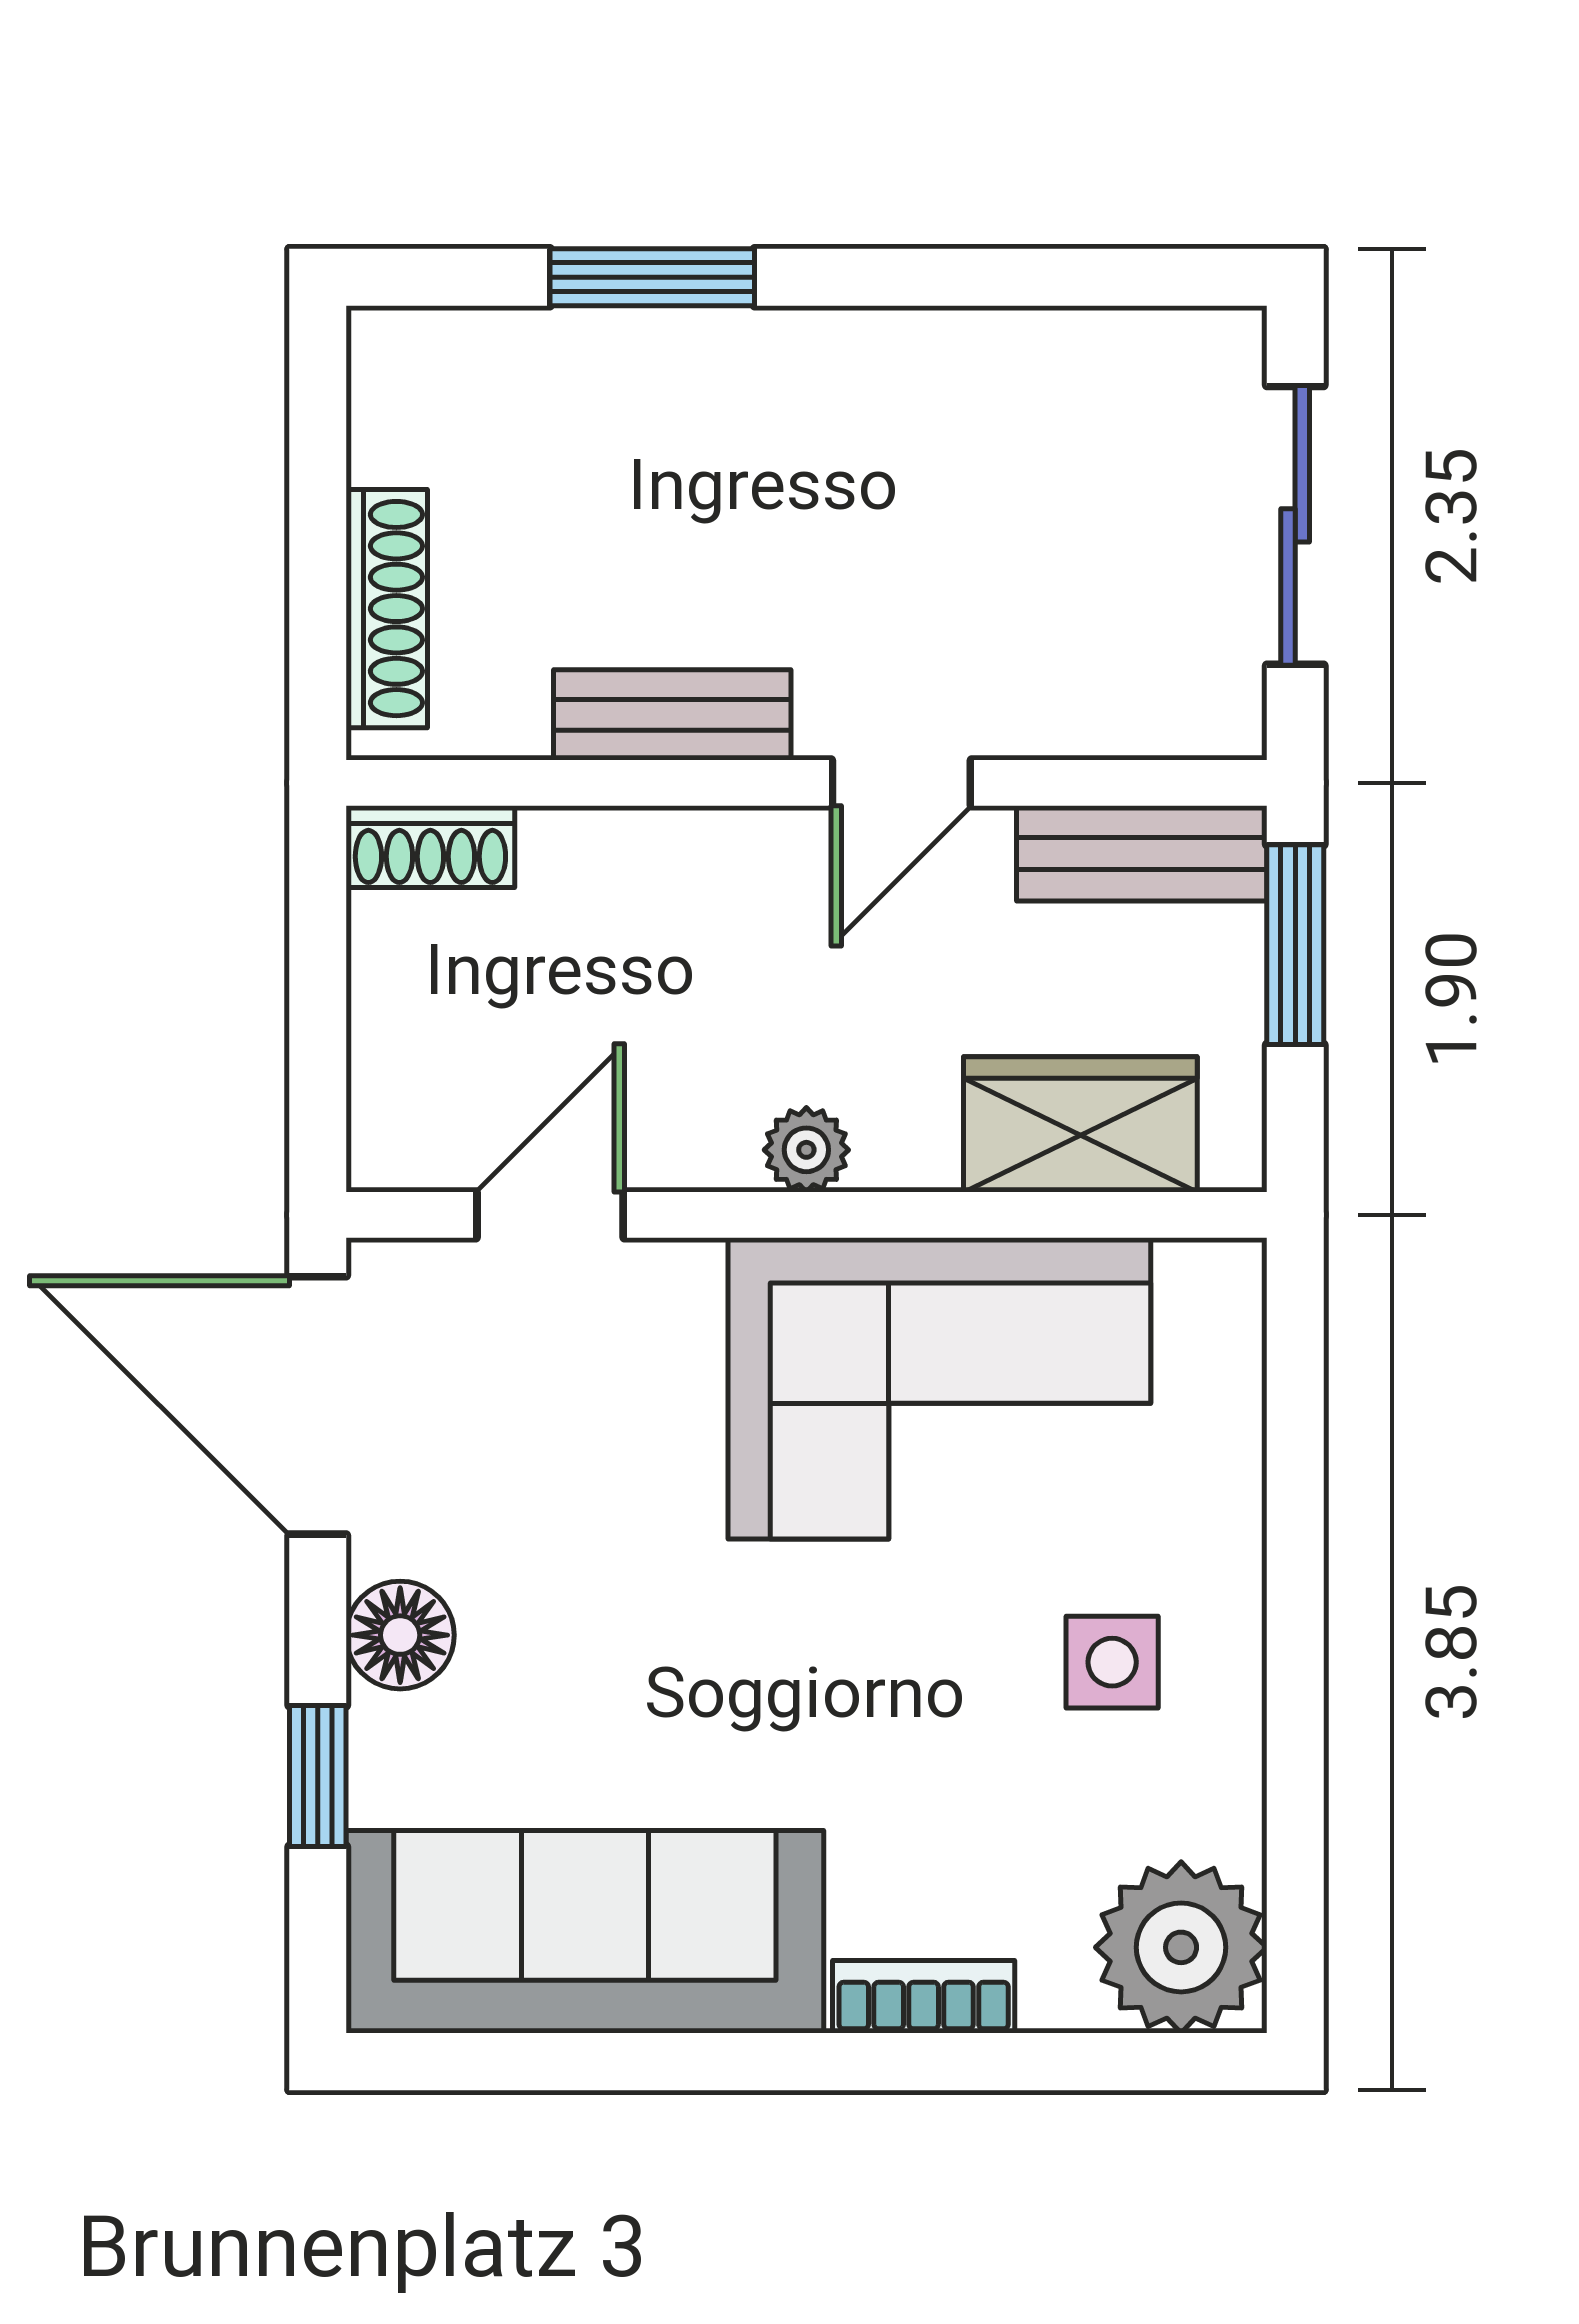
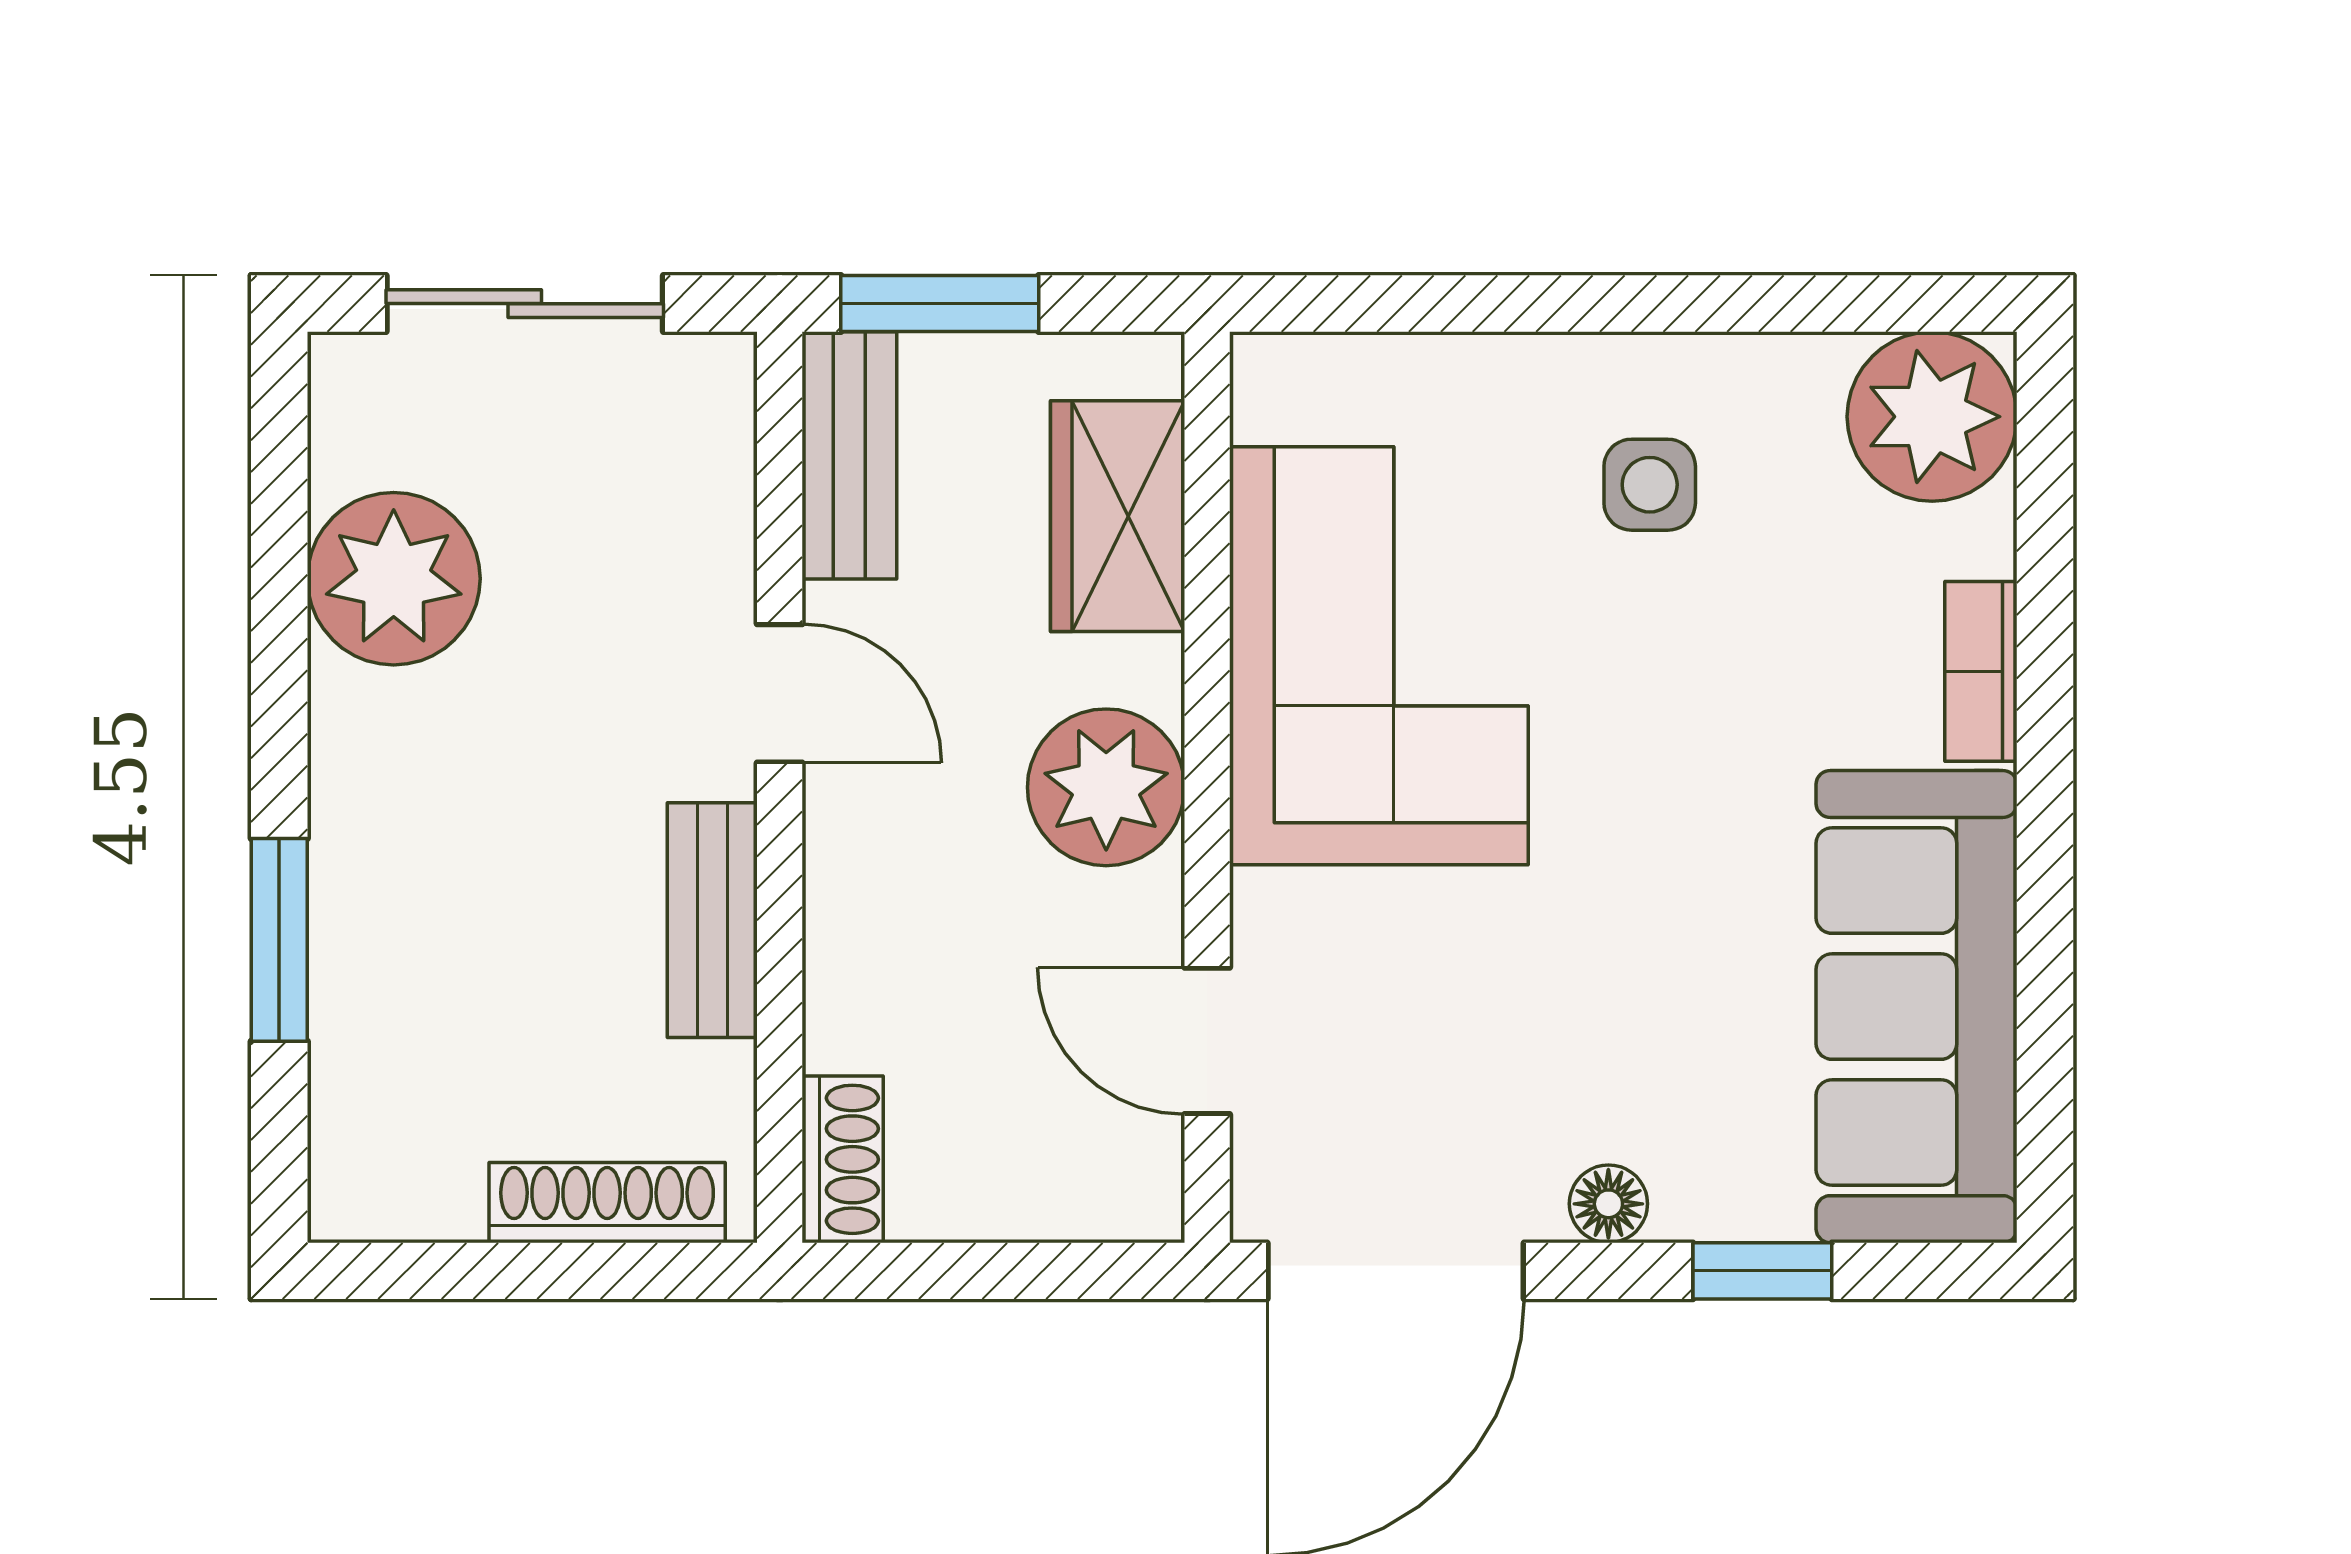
plant: (1017, 393) -> (394, 579), added
plant: (806, 1150) -> (1106, 787), width x1.88, depth x1.88
floor lamp: (400, 1635) -> (1608, 1204), width x0.73, depth x0.73

